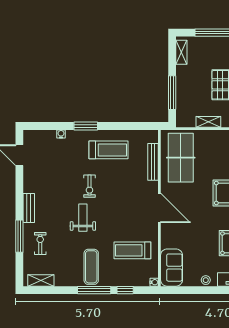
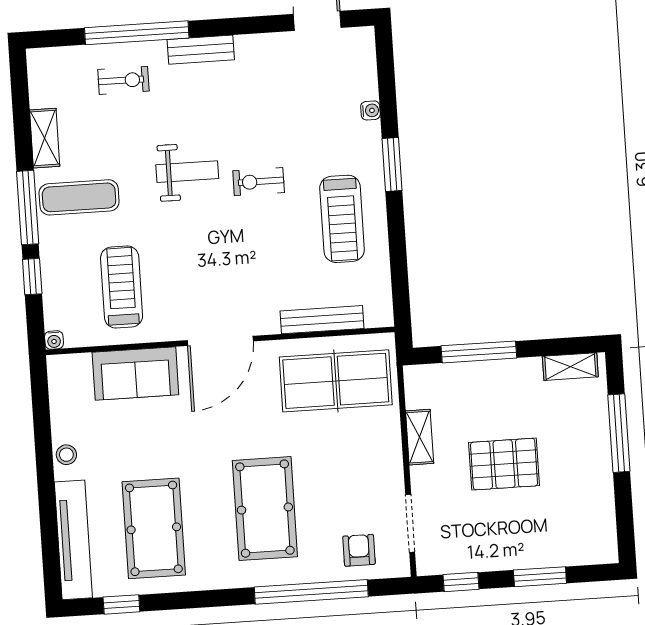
window: (19, 236) -> (137, 33), width x1.46
sofa: (172, 268) -> (135, 374), moved
shelving: (41, 280) -> (45, 138), moved

